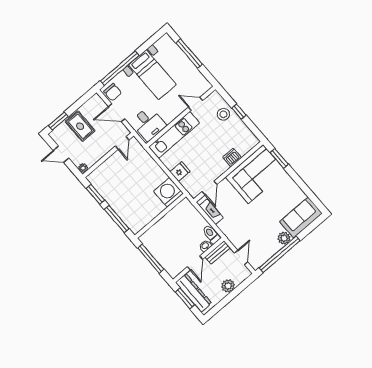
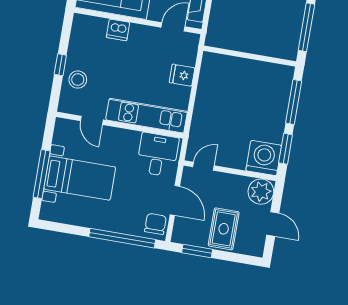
bed with nightstands: (152, 75) -> (80, 178), moved, turned 90
window: (58, 121) -> (197, 251), moved
plant: (83, 168) -> (261, 192), width x1.88, depth x1.88
washing machine: (168, 192) -> (264, 158), moved, turned 180

